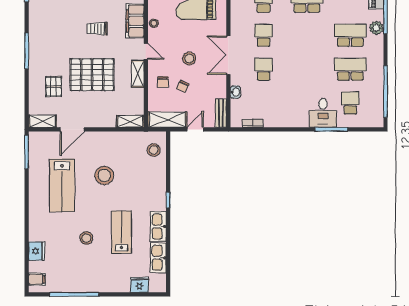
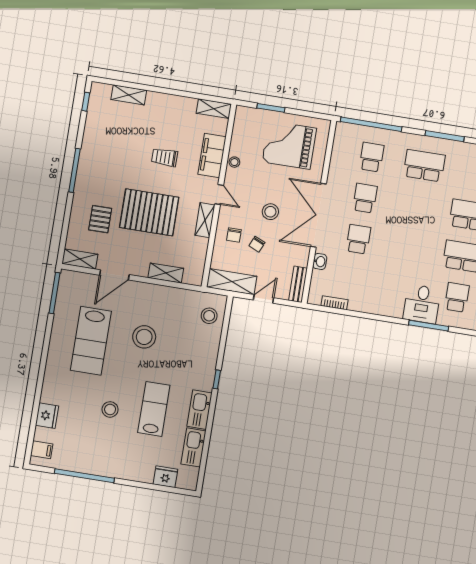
double door: (228, 55) -> (318, 215), width x1.36
shelving: (130, 121) -> (166, 273), moved

